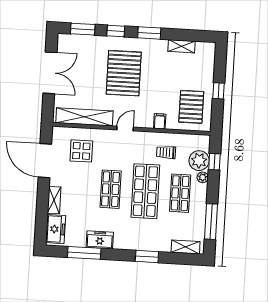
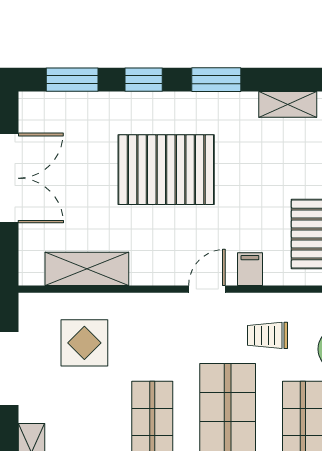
pallet: (124, 73) -> (166, 170), turned 90
shelving: (84, 117) -> (87, 269), width x0.68
door: (125, 129) -> (207, 289), moved

